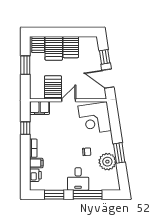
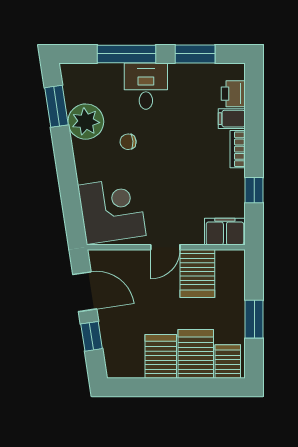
window: (119, 153) -> (56, 106), moved

